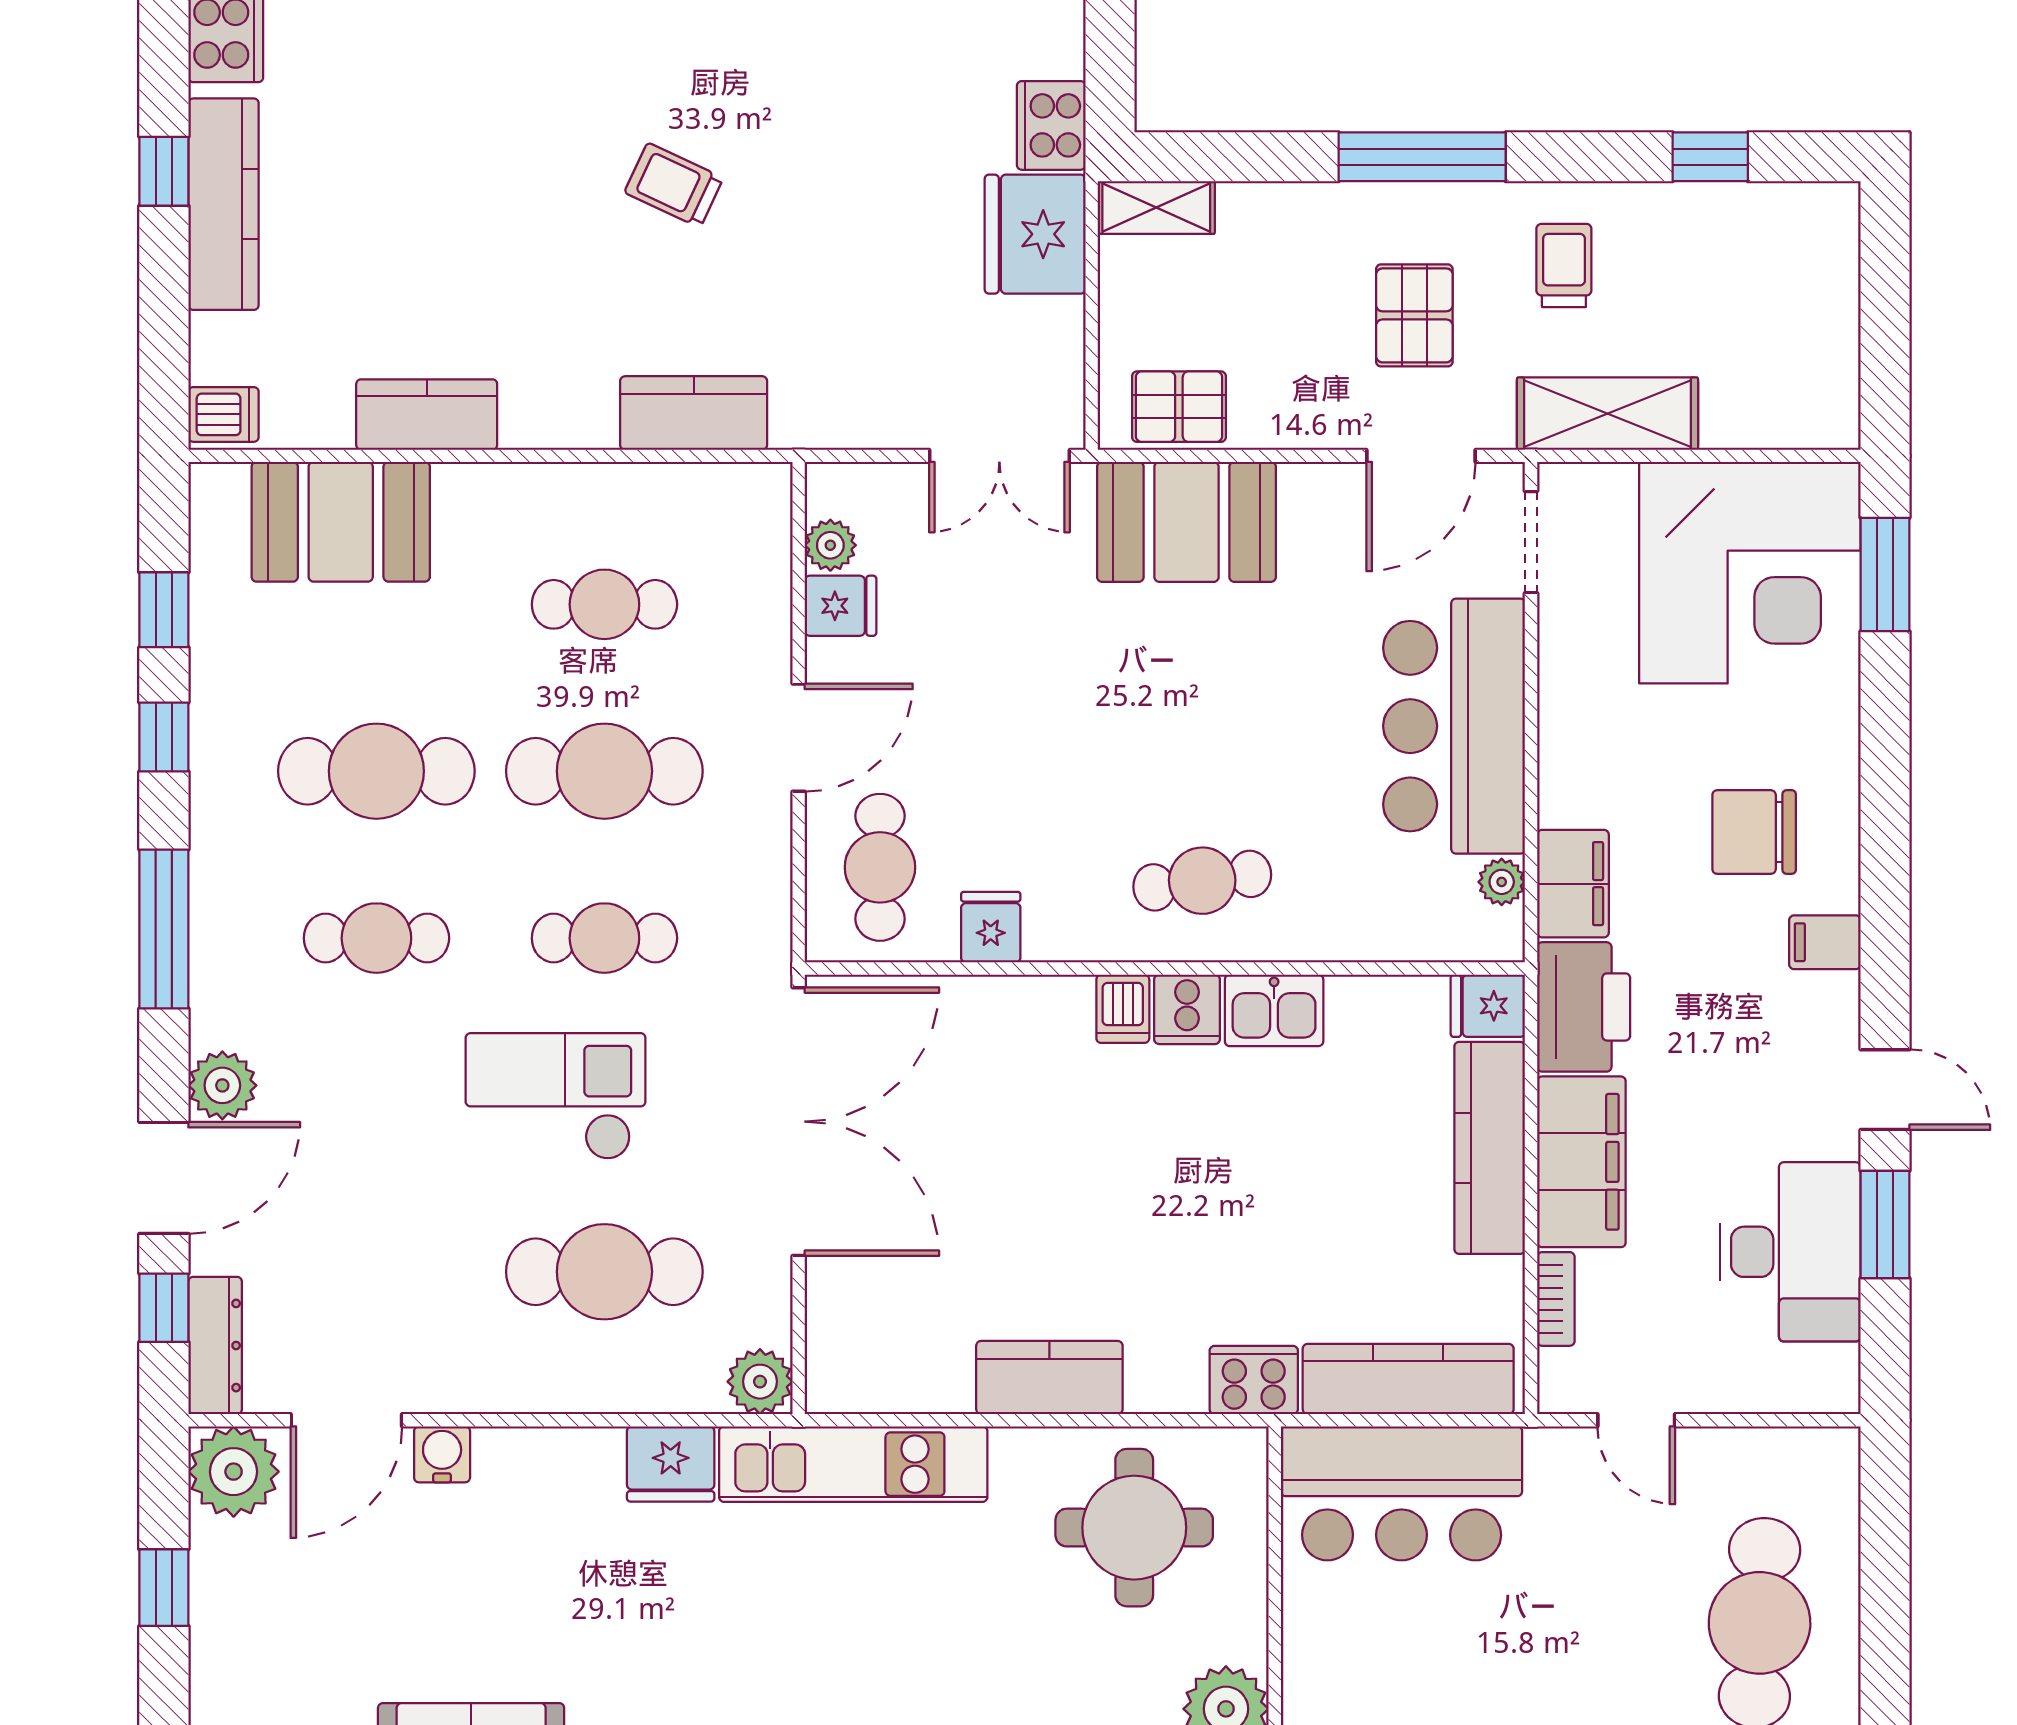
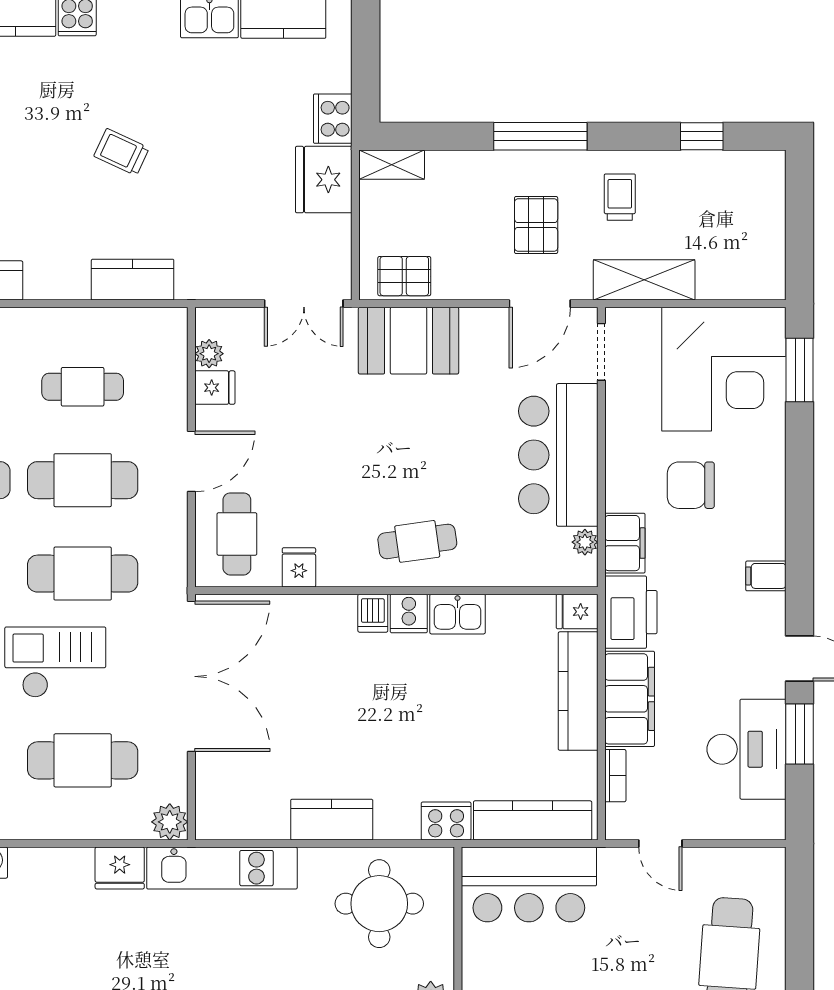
chair: (1754, 832) -> (691, 485), moved
cafe table: (604, 938) -> (83, 574), width x1.37, depth x1.35

